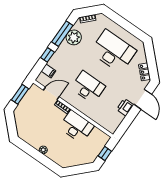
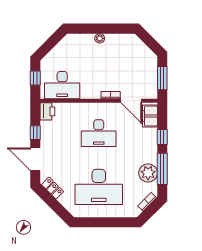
filing cabinet: (48, 71) -> (150, 116), width x2.00
door: (51, 93) -> (131, 101), hinge flipped
printer: (125, 107) -> (47, 111), moved
window: (130, 117) -> (35, 133), added
desk: (76, 127) -> (62, 85), moved

